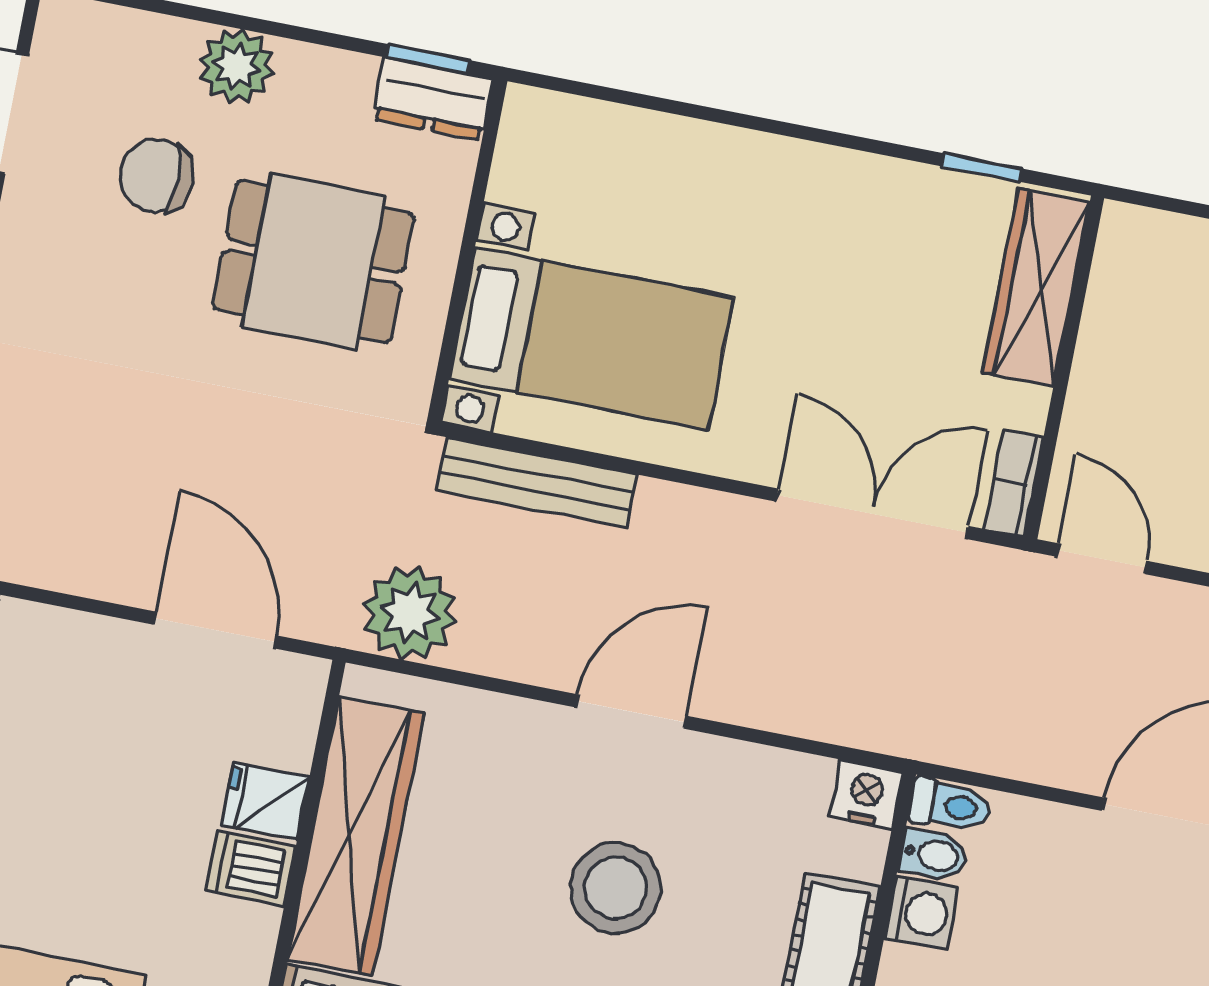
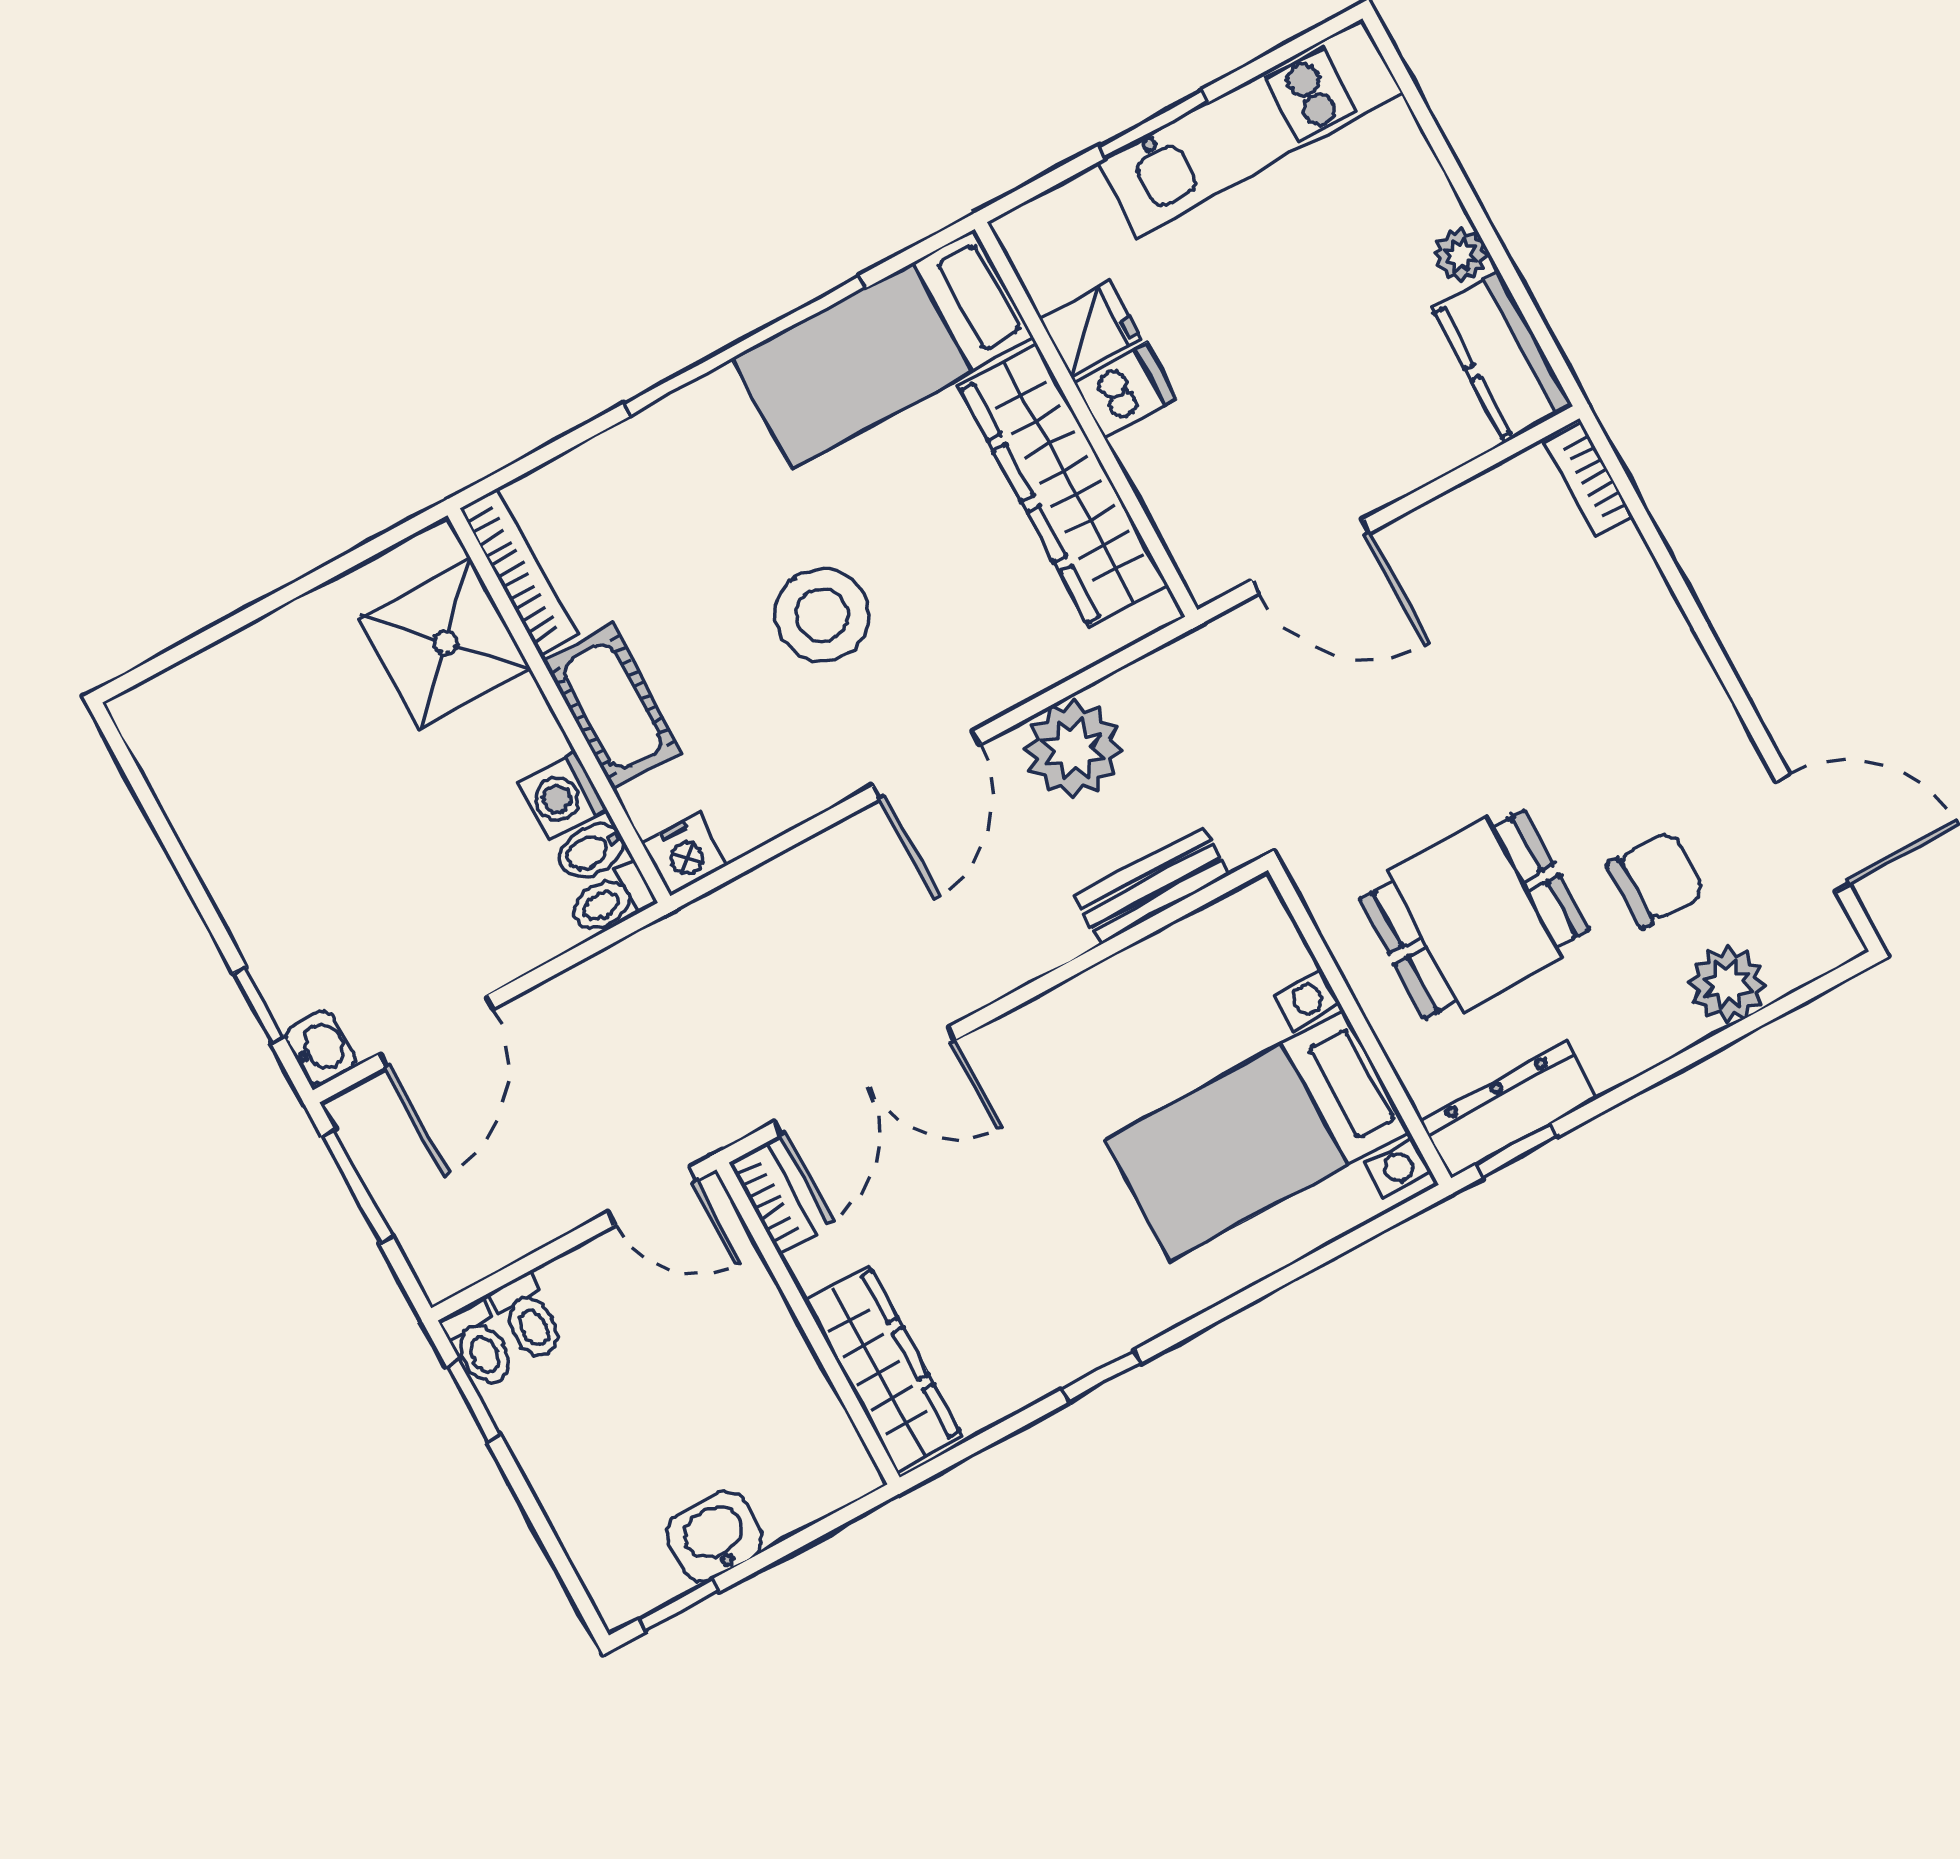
plant: (236, 66) -> (1727, 984), moved
dresser: (433, 99) -> (1509, 1110), width x1.44
window: (982, 167) -> (1101, 1376), moved
bed with nightstands: (592, 338) -> (1257, 1135), moved
bench: (537, 482) -> (1152, 886), width x0.73
plant: (410, 613) -> (1073, 749), moved
fridge: (265, 801) -> (1090, 329), moved

